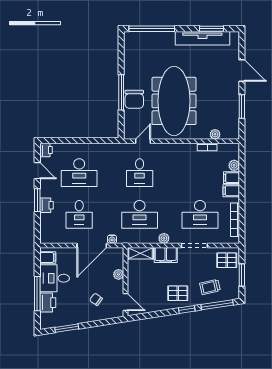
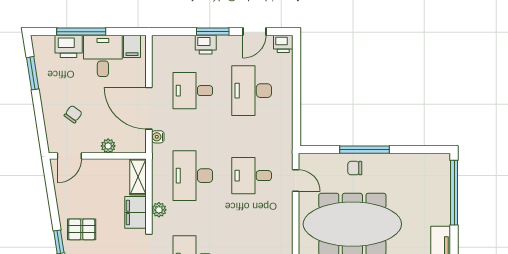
chair: (134, 99) -> (355, 168), width x0.54, depth x0.54
pallet: (178, 293) -> (82, 229), turned 90

